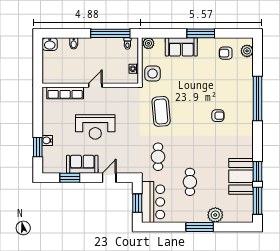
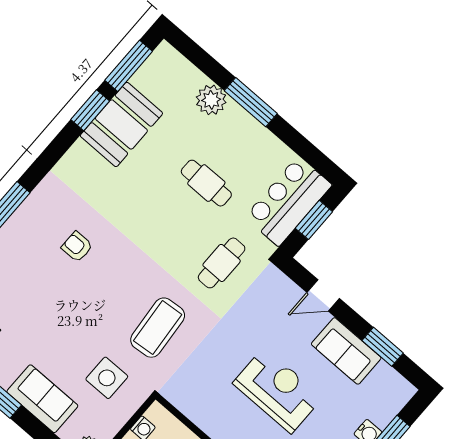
side table: (153, 74) -> (107, 378), moved
cafe table: (190, 182) -> (206, 183), turned 90

